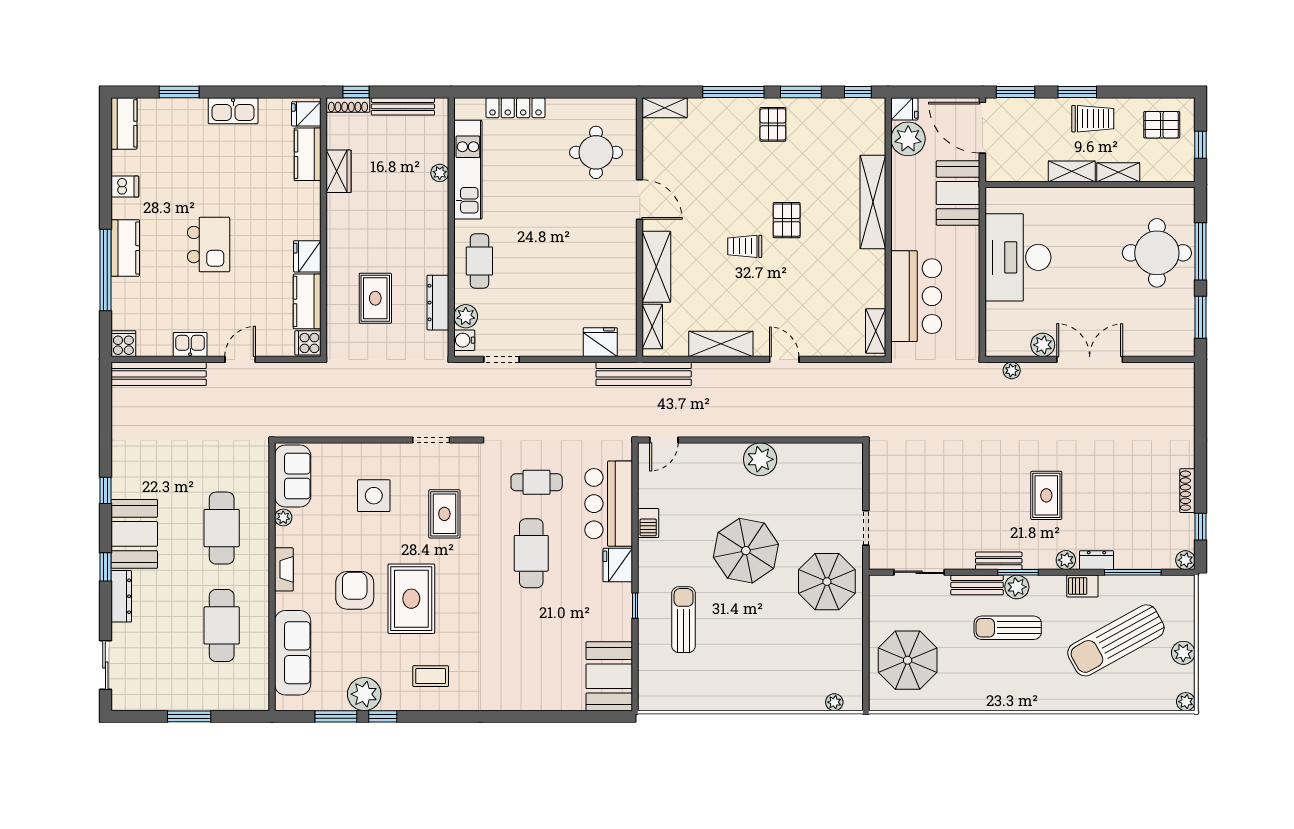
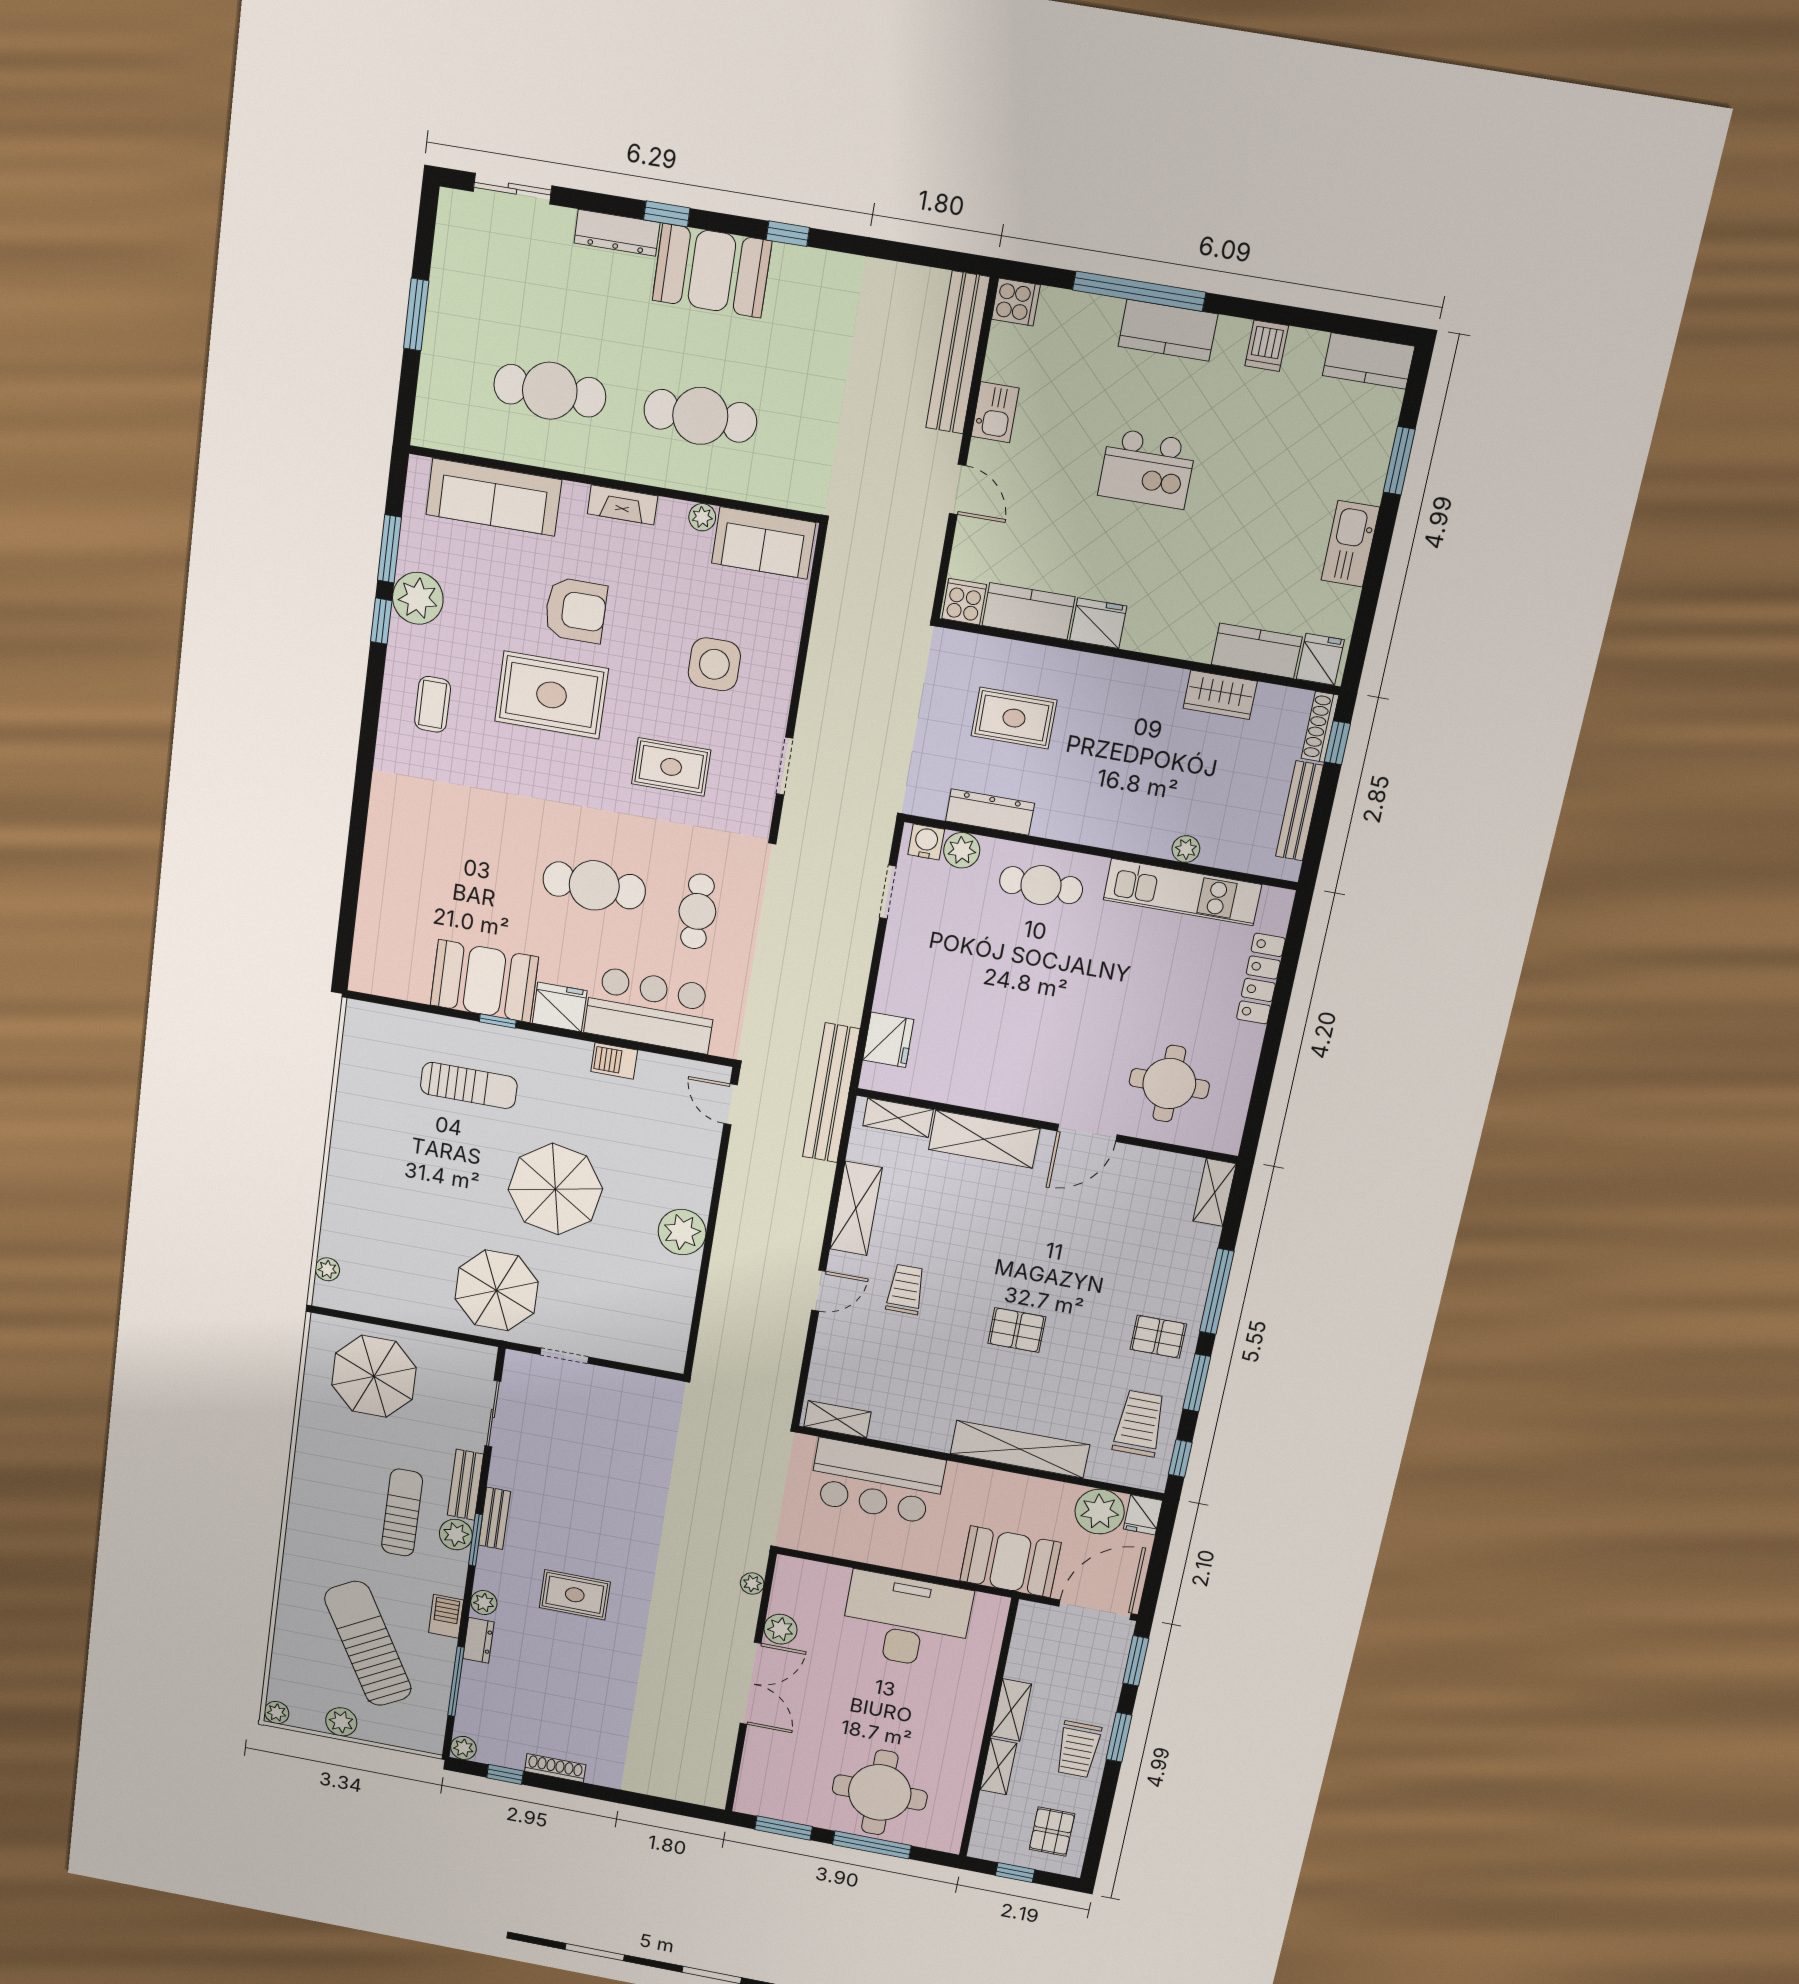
trolley: (838, 125) -> (1139, 1424), added
trolley: (745, 246) -> (906, 1289), moved
booth: (609, 676) -> (484, 981), moved

